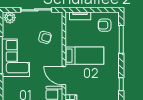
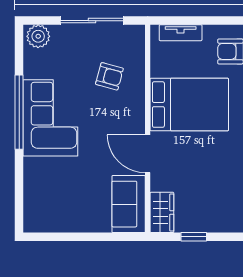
bed: (84, 56) -> (189, 105), width x1.50

